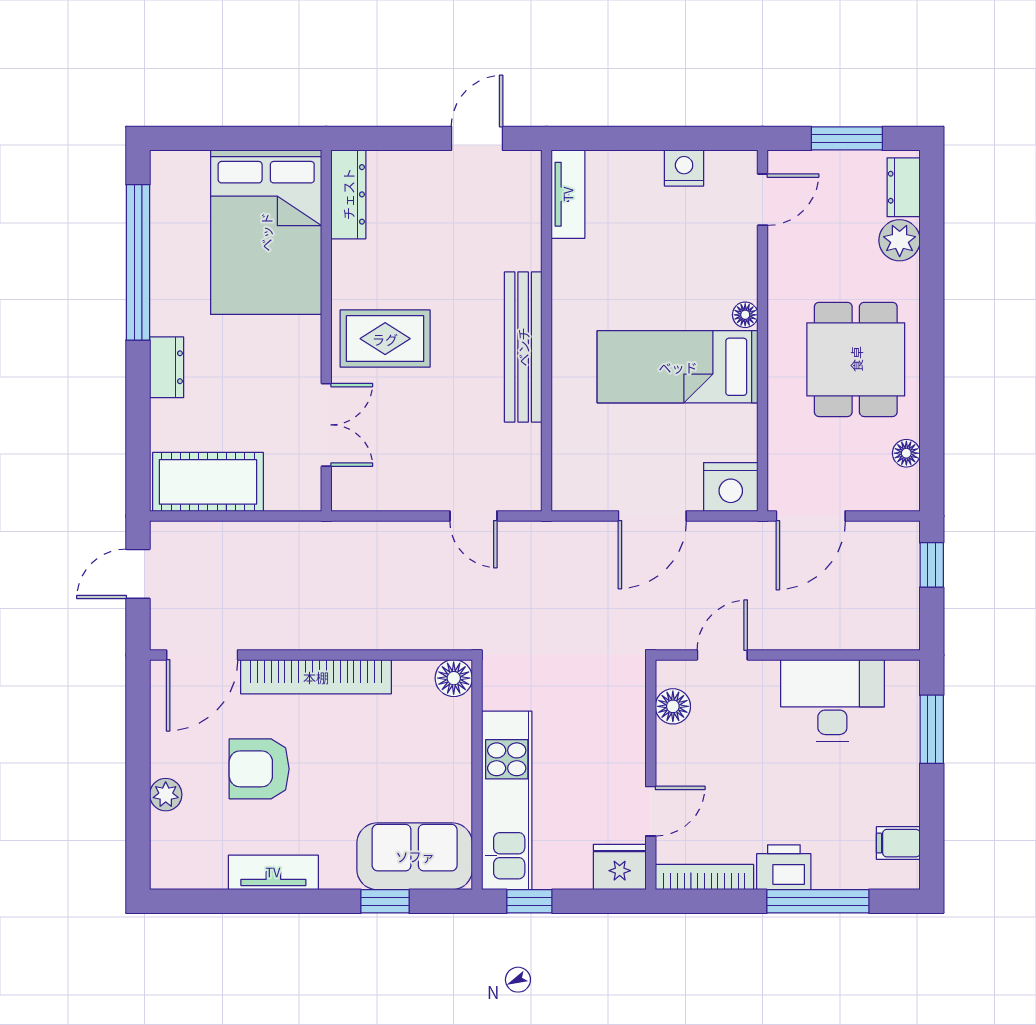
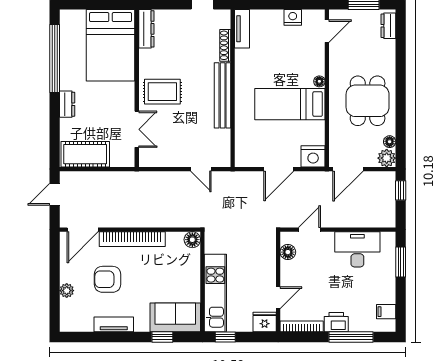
shoe rack: (529, 232) -> (225, 45), added
plant: (900, 240) -> (387, 158), moved

